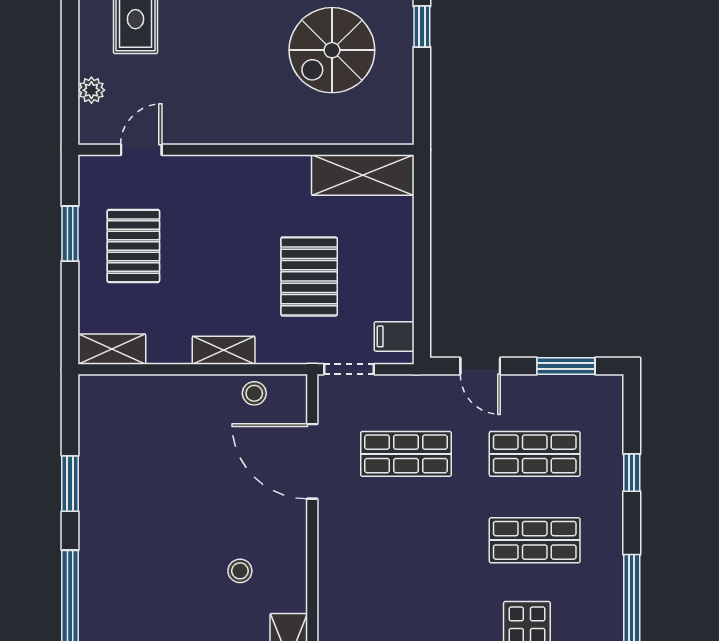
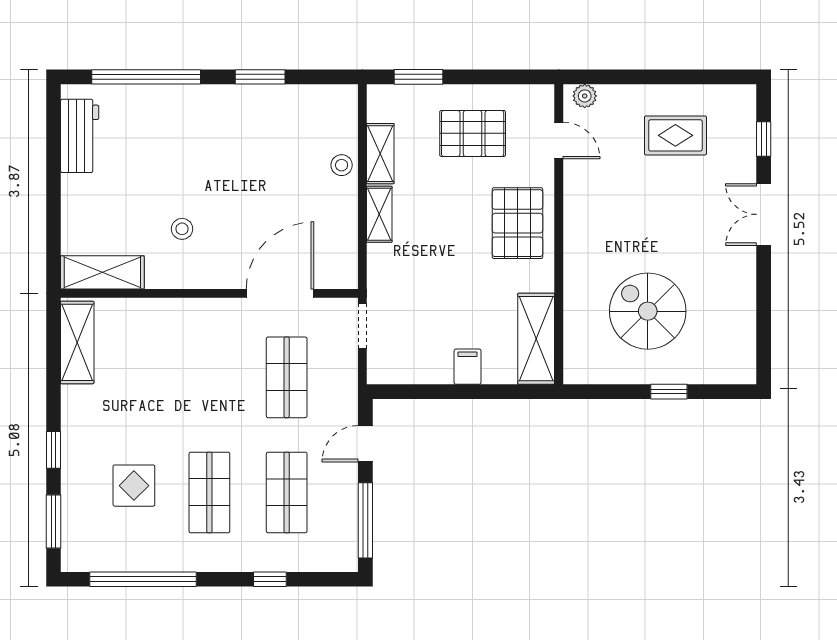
plant: (91, 90) -> (585, 96), moved
window: (70, 234) -> (418, 77), moved
pallet: (309, 276) -> (517, 223), moved, turned 90
filing cabinet: (394, 336) -> (468, 367), moved
shelving: (112, 349) -> (380, 154), moved
window: (566, 366) -> (365, 520), width x1.44
stool: (254, 393) -> (342, 165), moved

